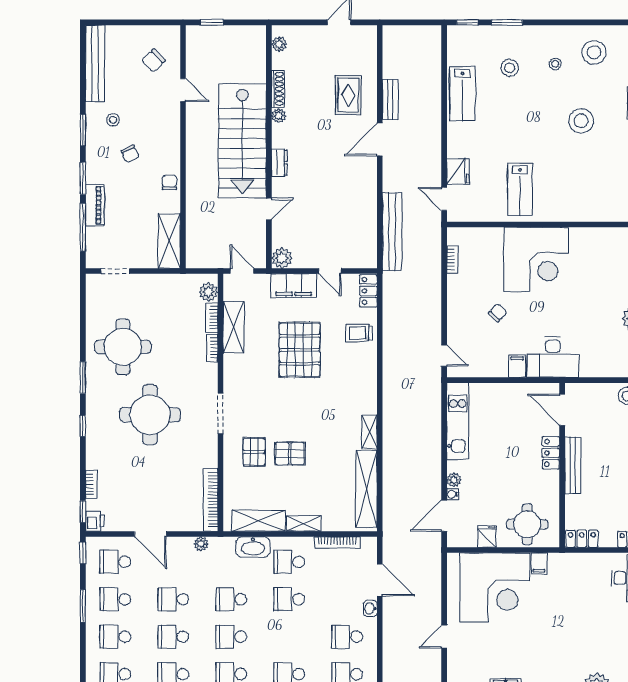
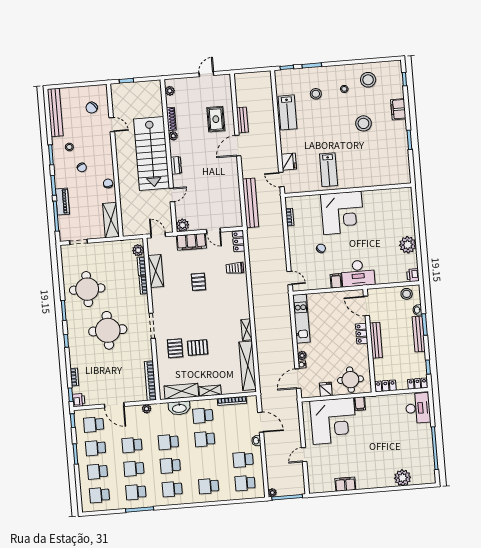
pallet: (300, 350) -> (198, 282), width x0.49, depth x0.50

